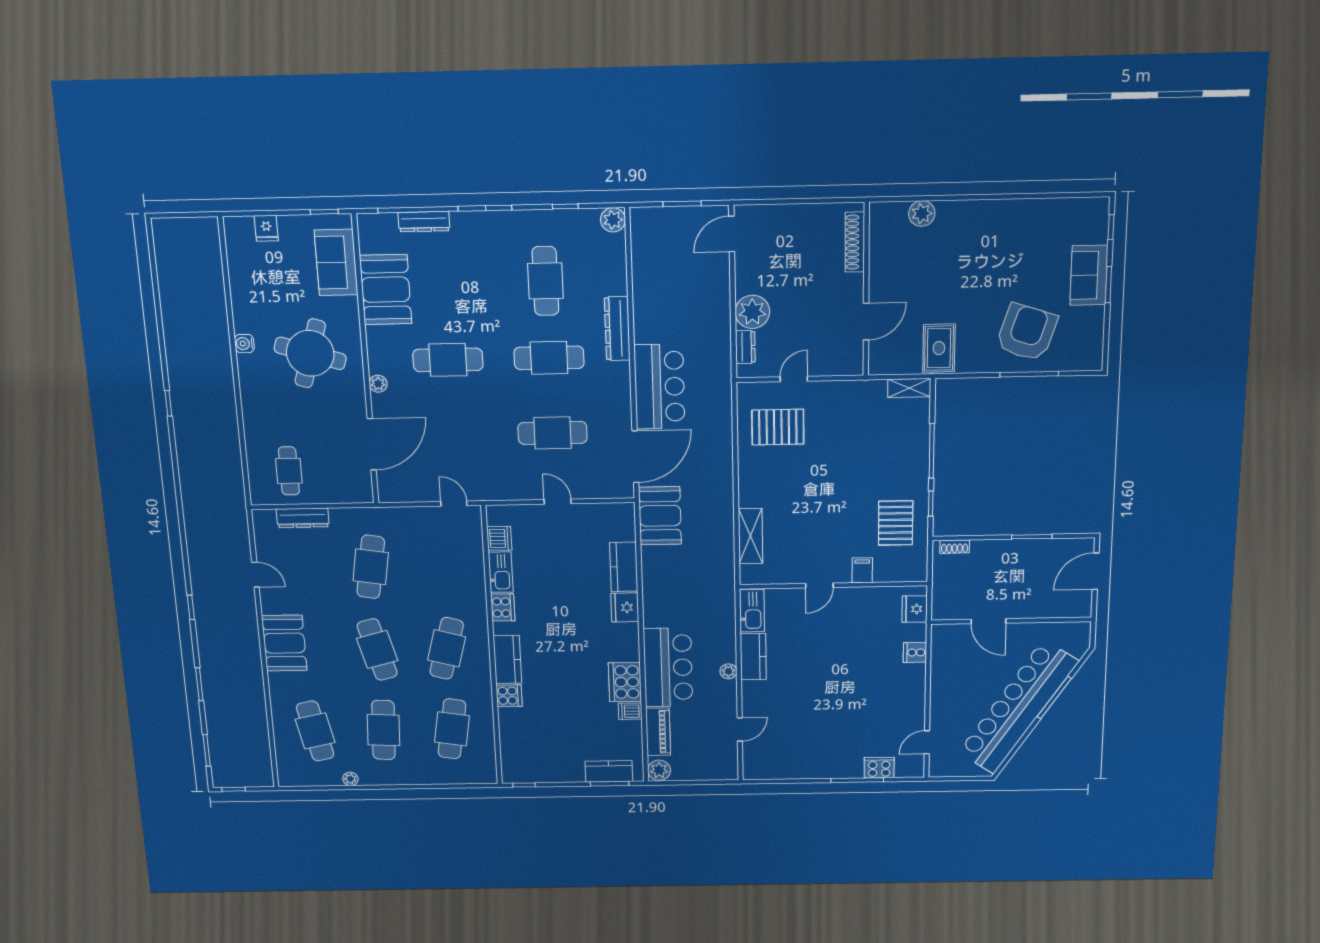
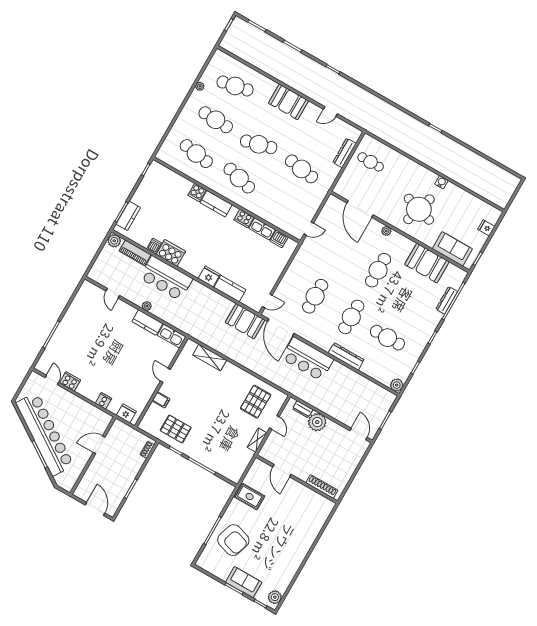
plant: (922, 214) -> (275, 597), moved
shelving: (909, 388) -> (257, 440), moved
door: (558, 502) -> (267, 301), moved
cooker: (879, 768) -> (70, 381), moved, turned -90

